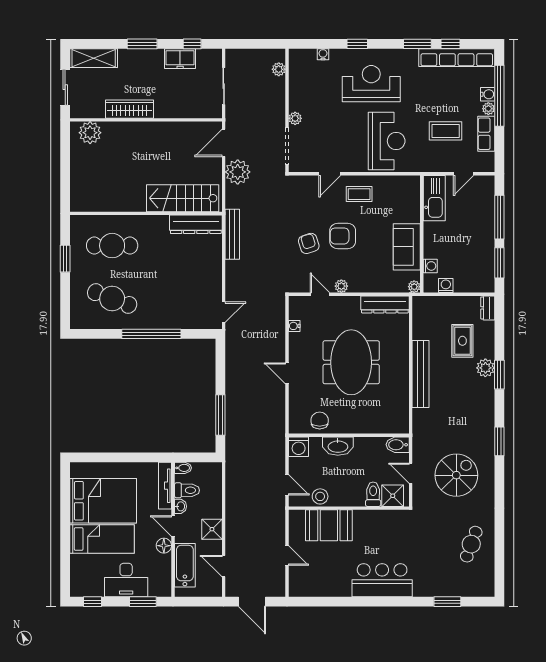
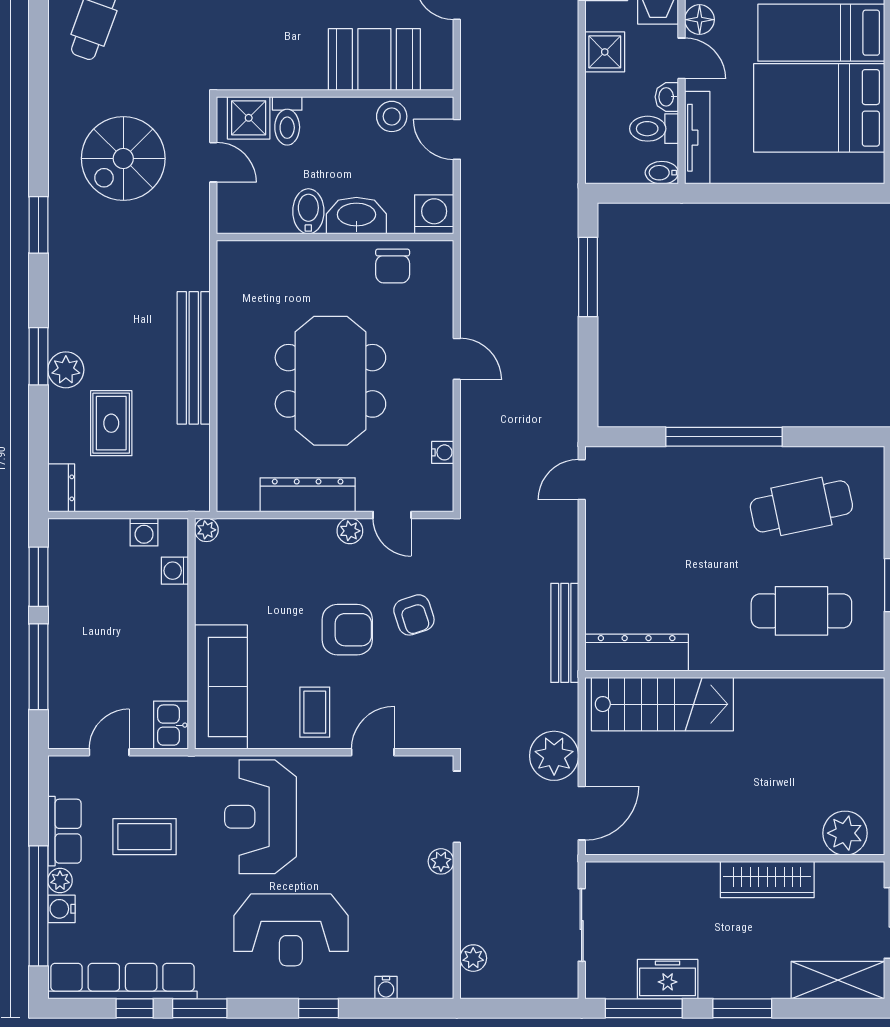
window: (192, 44) -> (644, 1008), width x2.17
coffee table: (359, 194) -> (315, 712), turned 90
kitchen sink: (434, 198) -> (171, 725), width x0.53, depth x0.81
sofa: (407, 247) -> (221, 687), moved, width x1.36
cafe table: (112, 299) -> (801, 506), turned -33
dresser: (385, 304) -> (308, 495), moved
bidet: (398, 445) -> (308, 211), moved, turned -90

